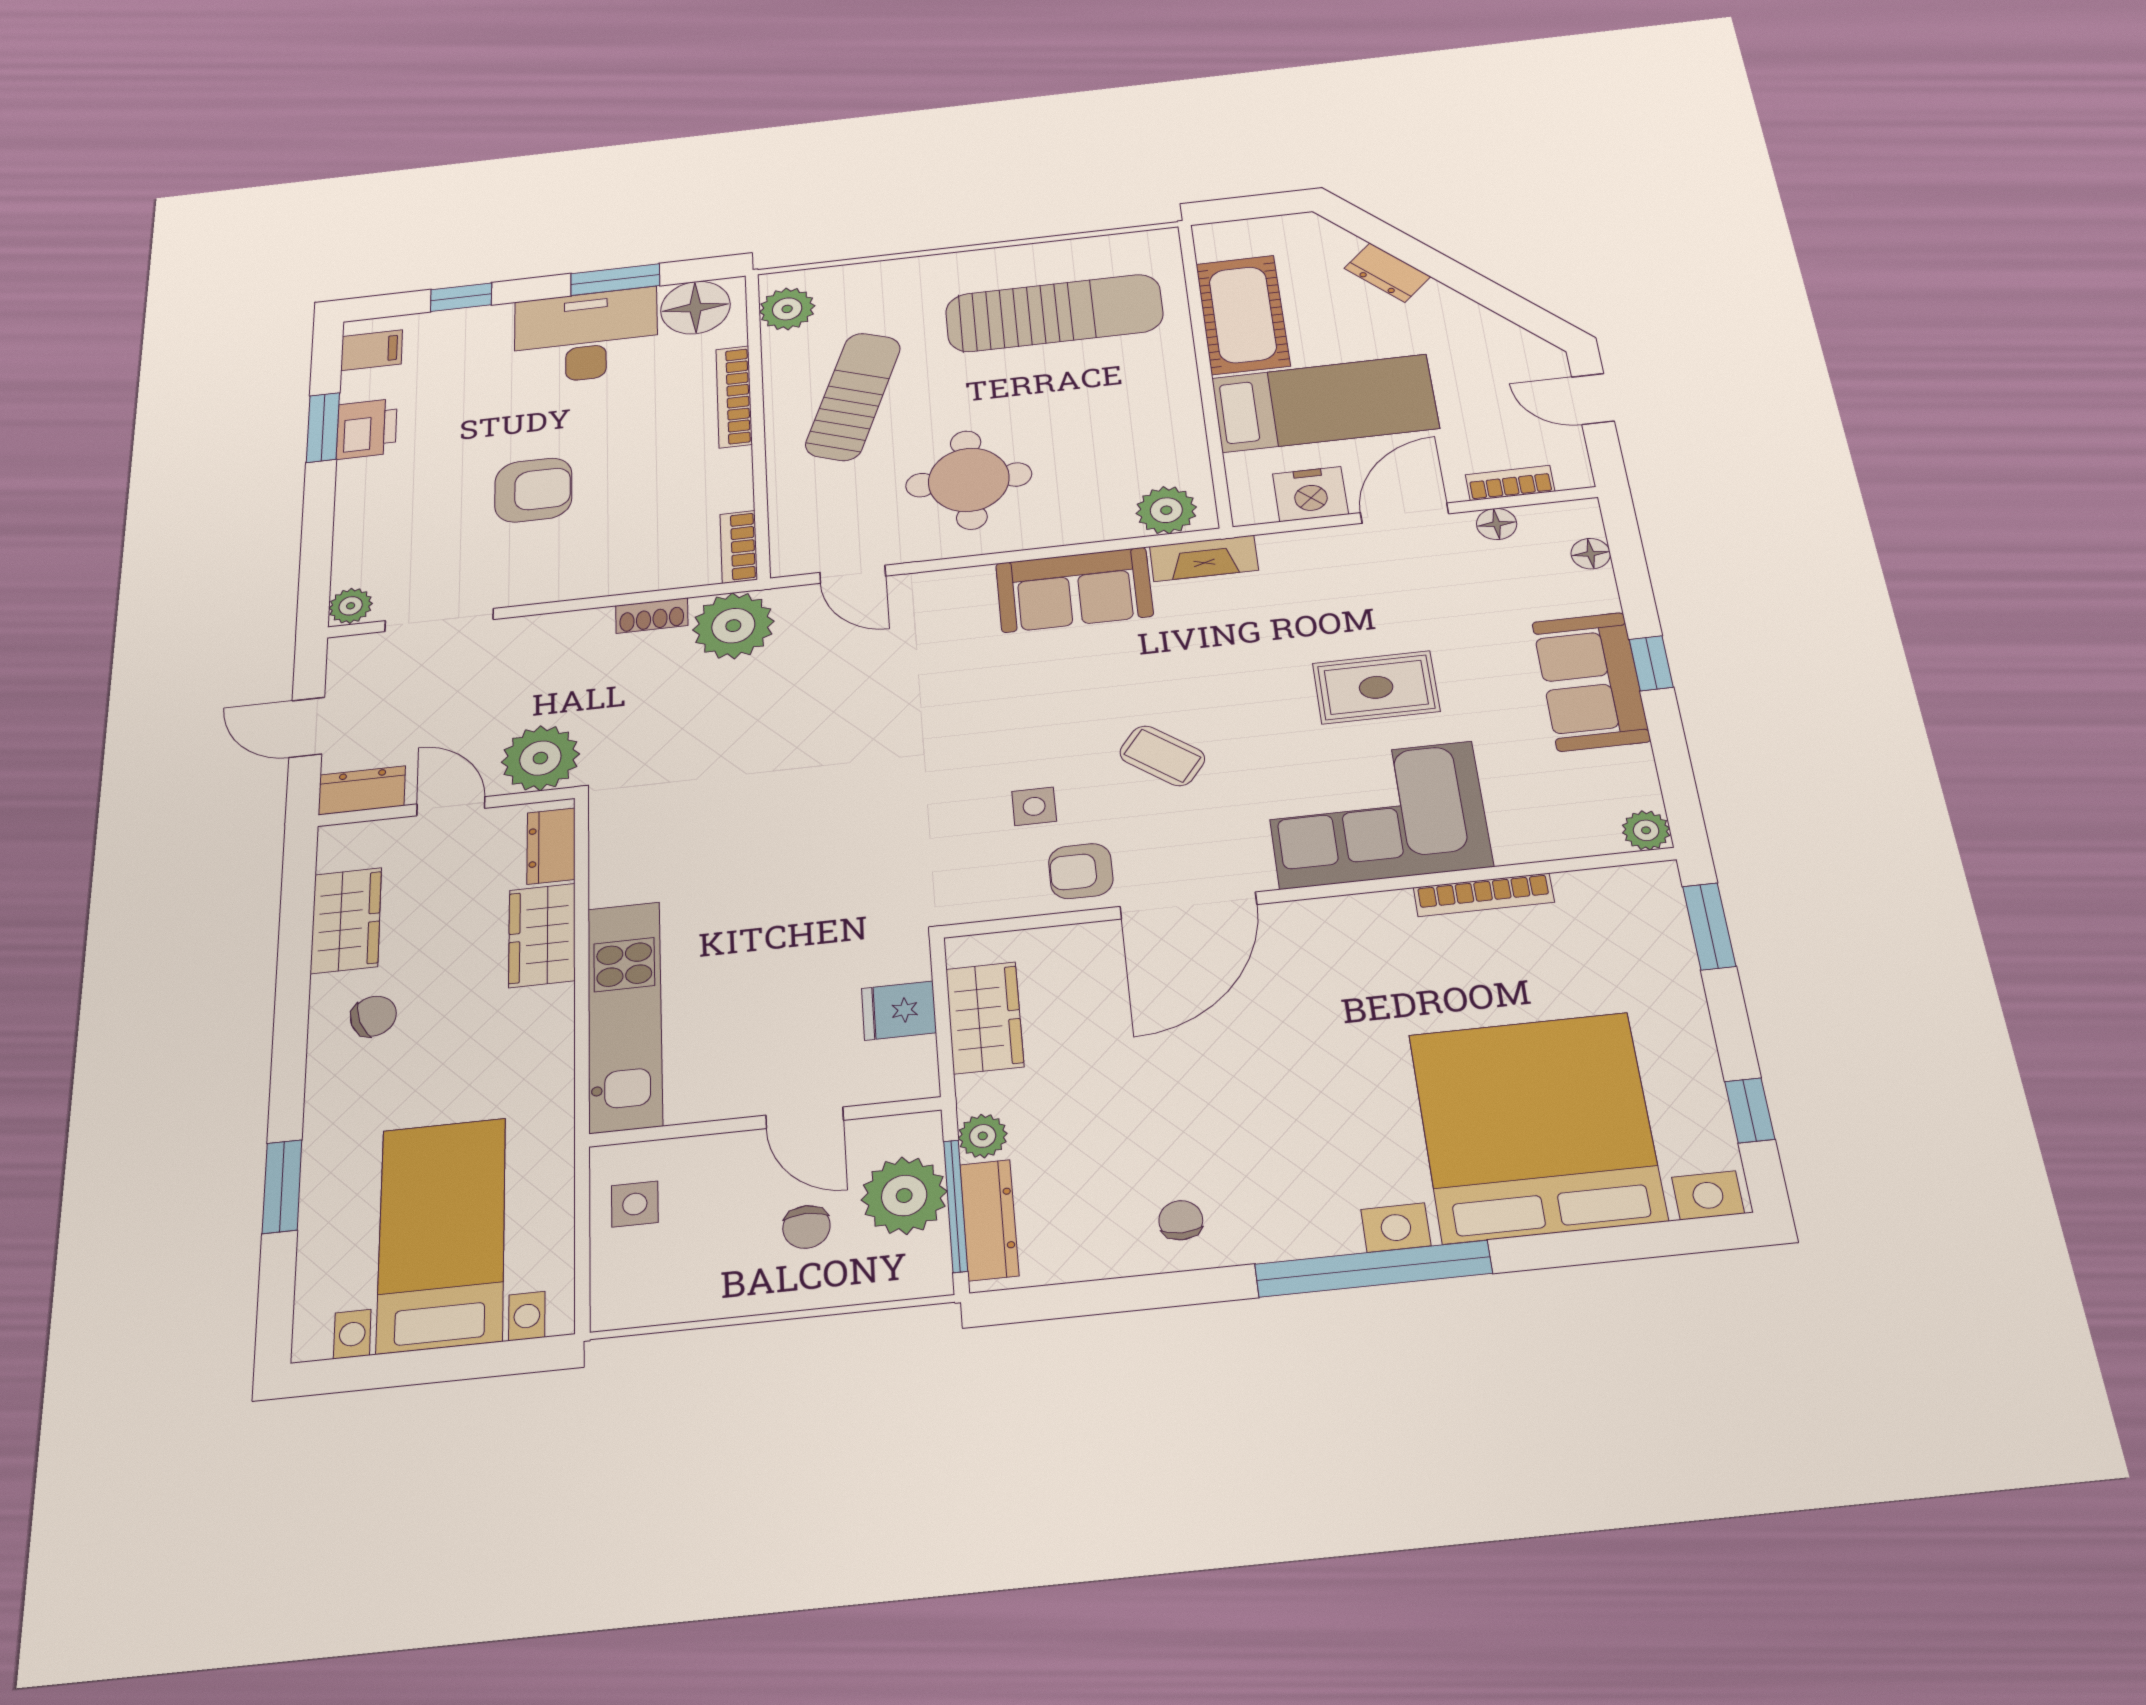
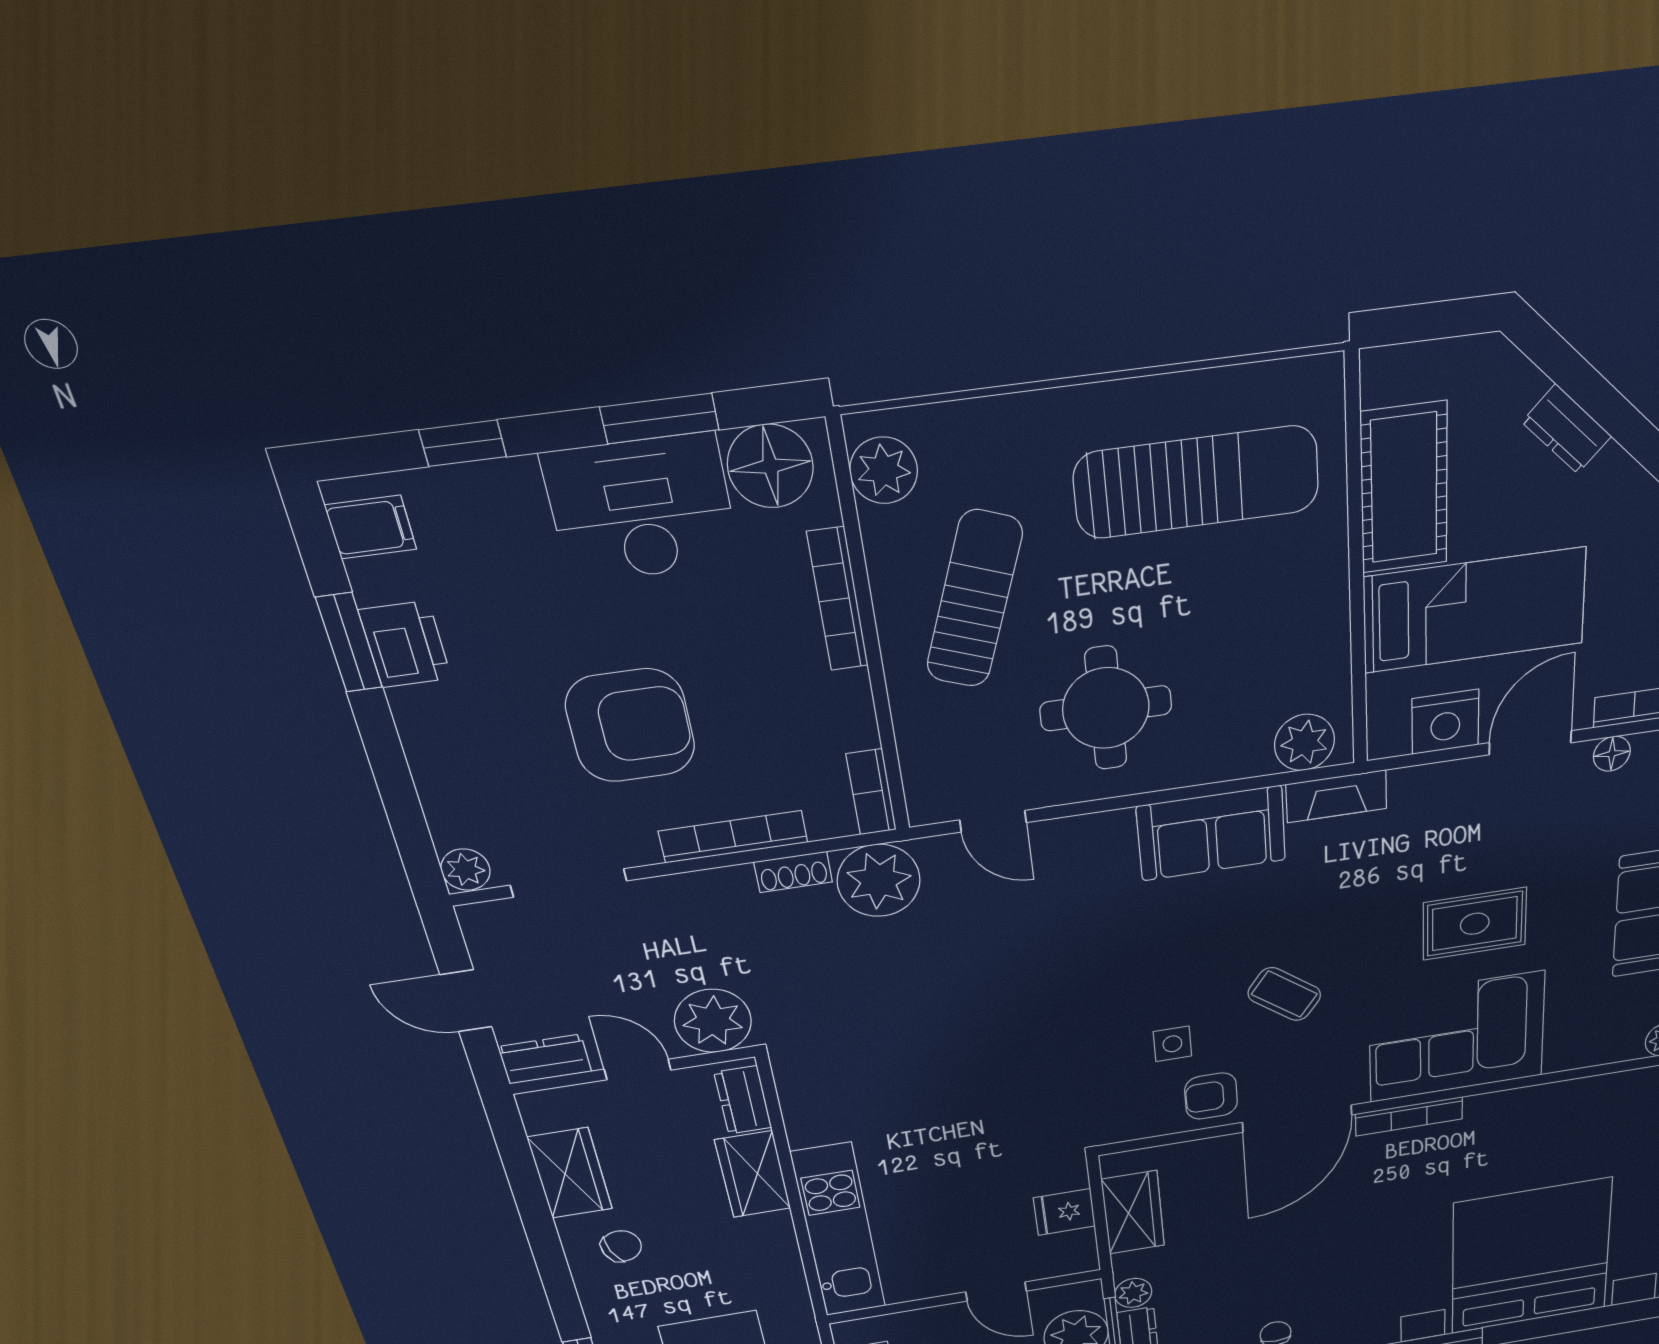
armchair: (533, 490) -> (631, 726), width x1.36, depth x1.36
bookcase: (602, 583) -> (733, 837), added
bookcase: (1484, 895) -> (1409, 1116), moved

